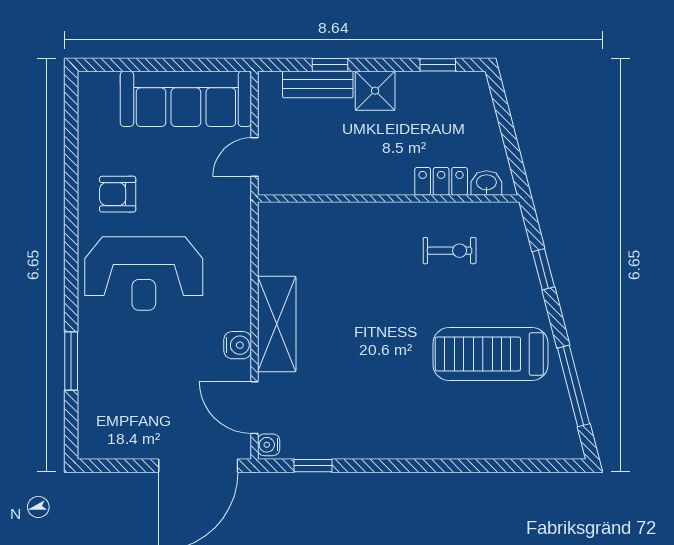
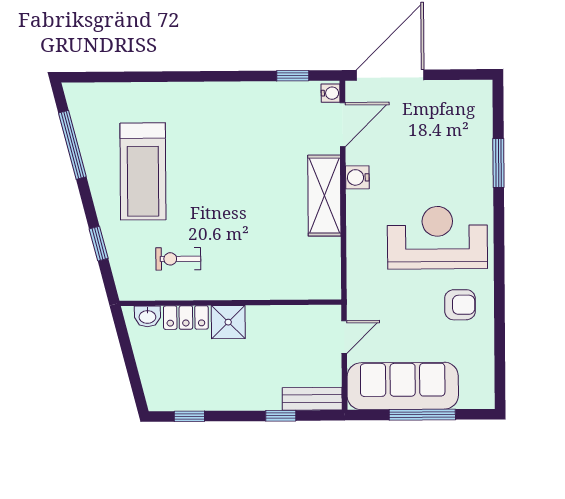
window: (163, 65) -> (422, 415), added
bench: (318, 84) -> (312, 399), moved
shower: (375, 91) -> (228, 322), moved
treadmill: (490, 354) -> (143, 171), turned 90
door: (254, 408) -> (343, 125), hinge flipped

